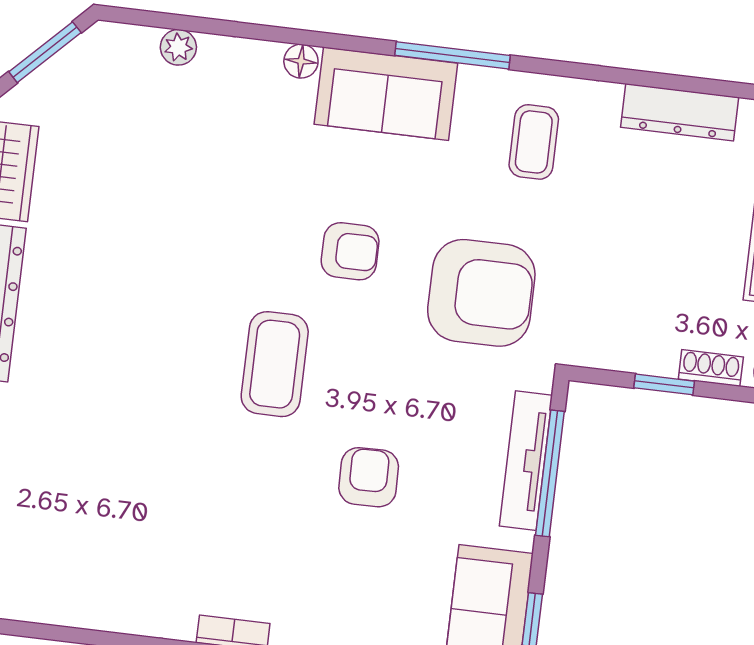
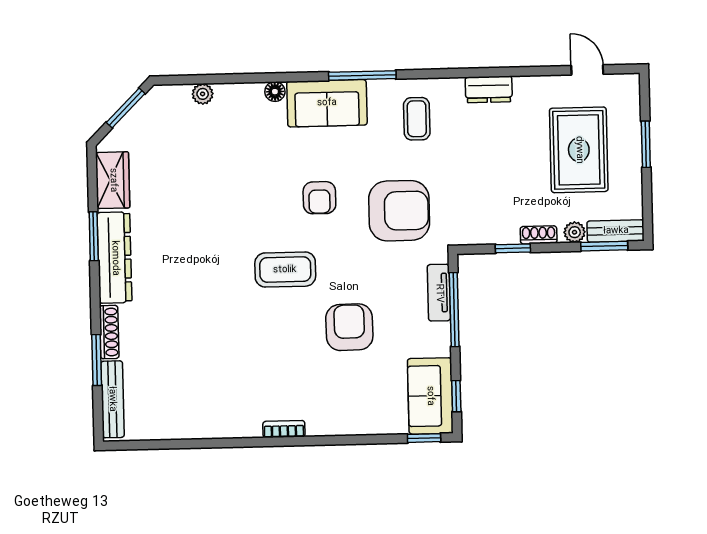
dresser: (680, 112) -> (489, 89), width x0.70
armchair: (350, 251) -> (319, 198), turned 90
coffee table: (275, 364) -> (285, 270), turned 90
tv unit: (526, 461) -> (439, 293), width x0.71
armchair: (369, 477) -> (349, 327), width x1.38, depth x1.38

